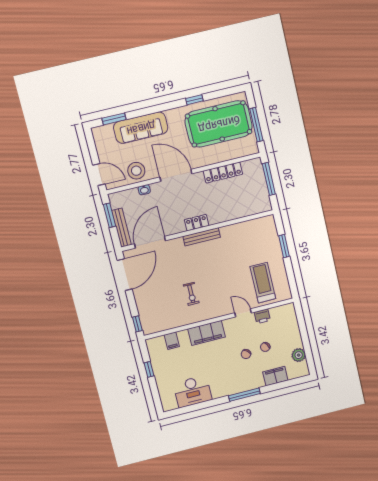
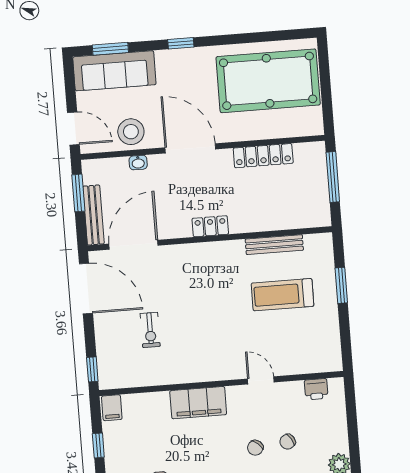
window: (194, 100) -> (181, 43), moved
window: (256, 125) -> (326, 91), removed
sofa: (141, 128) -> (114, 71), moved
bench: (202, 237) -> (274, 245), moved
door: (125, 275) -> (86, 289), hinge flipped
treadmill: (263, 283) -> (283, 295), moved, turned -90
exercise bike: (191, 294) -> (150, 330), moved
printer: (262, 316) -> (316, 389), moved
filing cabinet: (172, 341) -> (112, 408), moved

